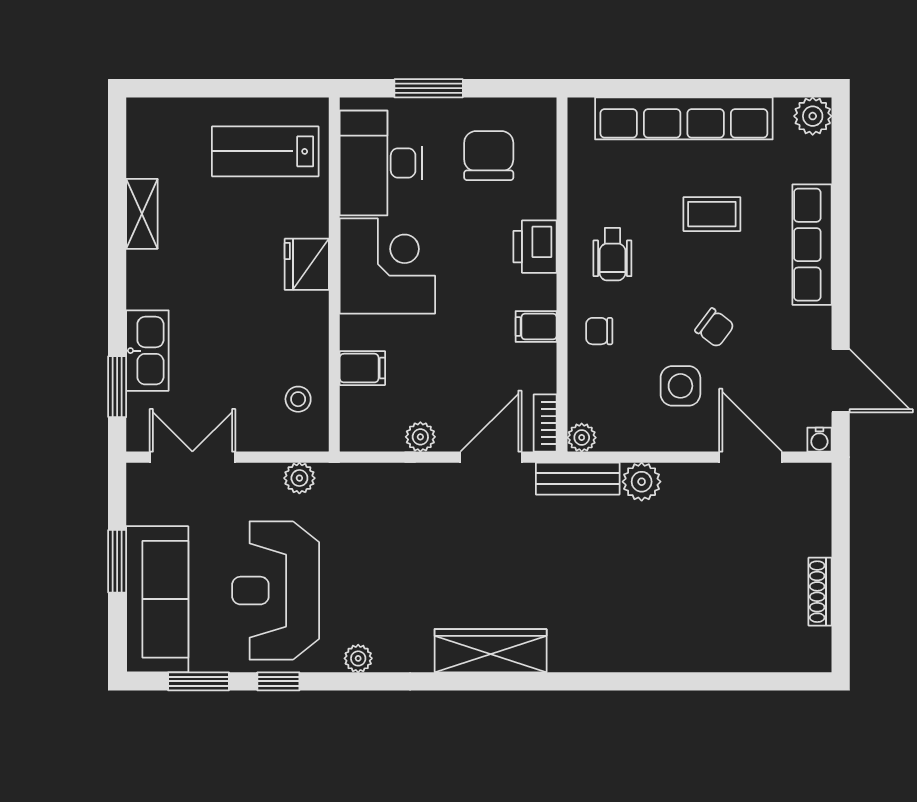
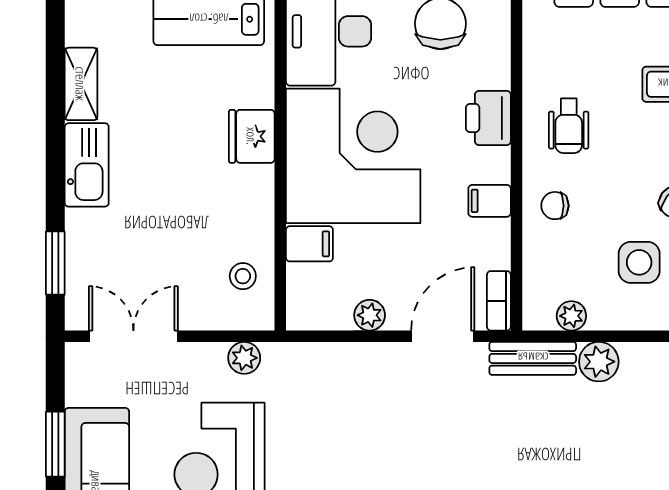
corner desk: (387, 266) -> (353, 156), width x1.36, depth x1.36
kitchen sink: (147, 351) -> (87, 165), moved
plant: (582, 438) -> (571, 316), moved

